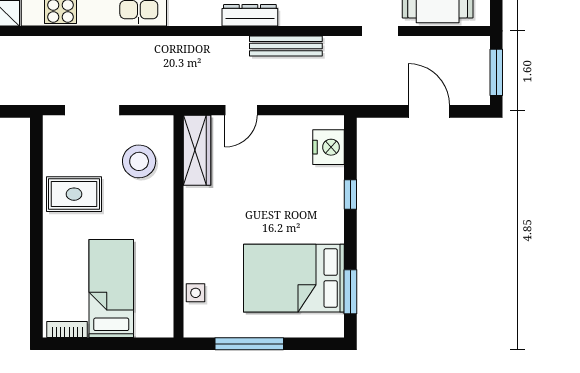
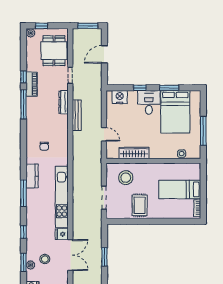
dresser: (250, 15) -> (64, 102), moved
wardrobe: (197, 150) -> (134, 153), moved
desk: (316, 216) -> (149, 102), added
window: (350, 292) -> (169, 88), moved

